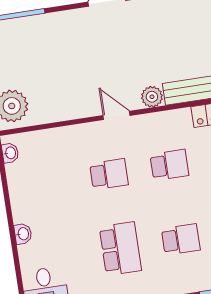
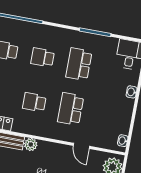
door: (117, 115) -> (81, 146), moved
school desk: (109, 174) -> (71, 109), width x1.85

